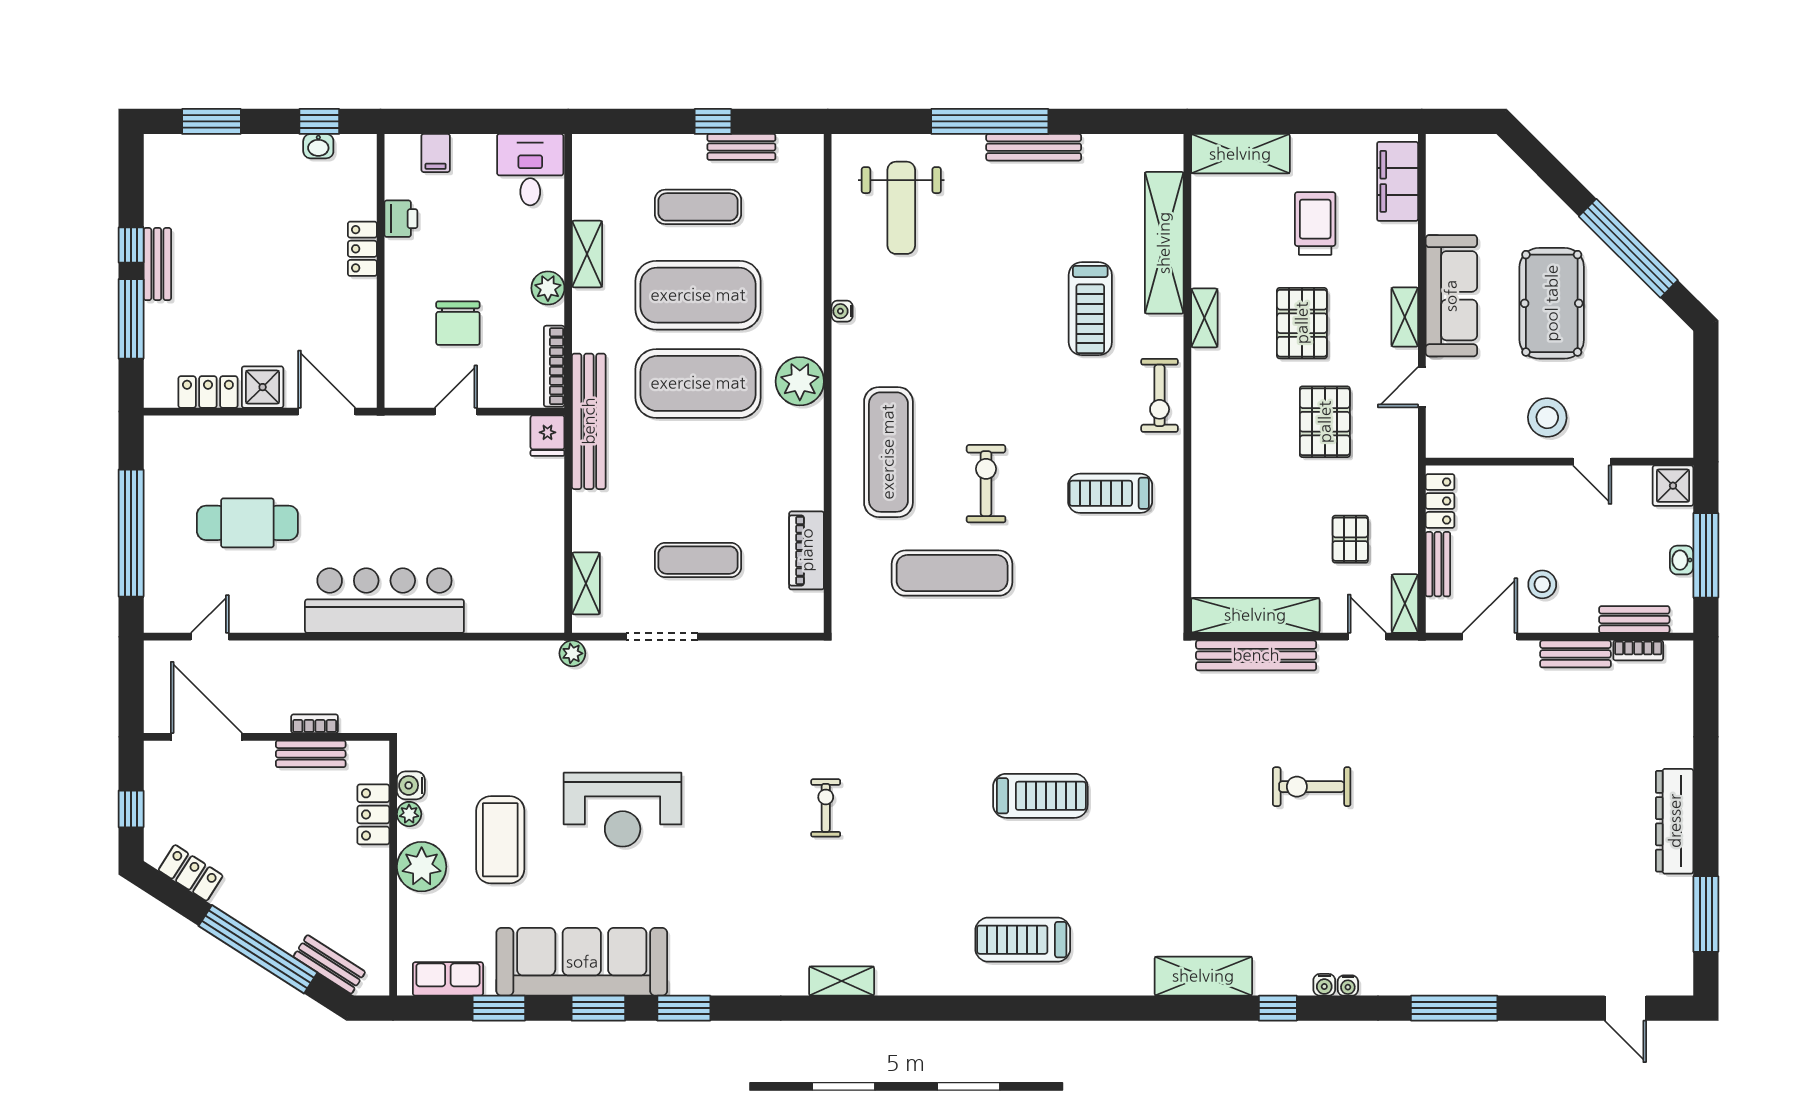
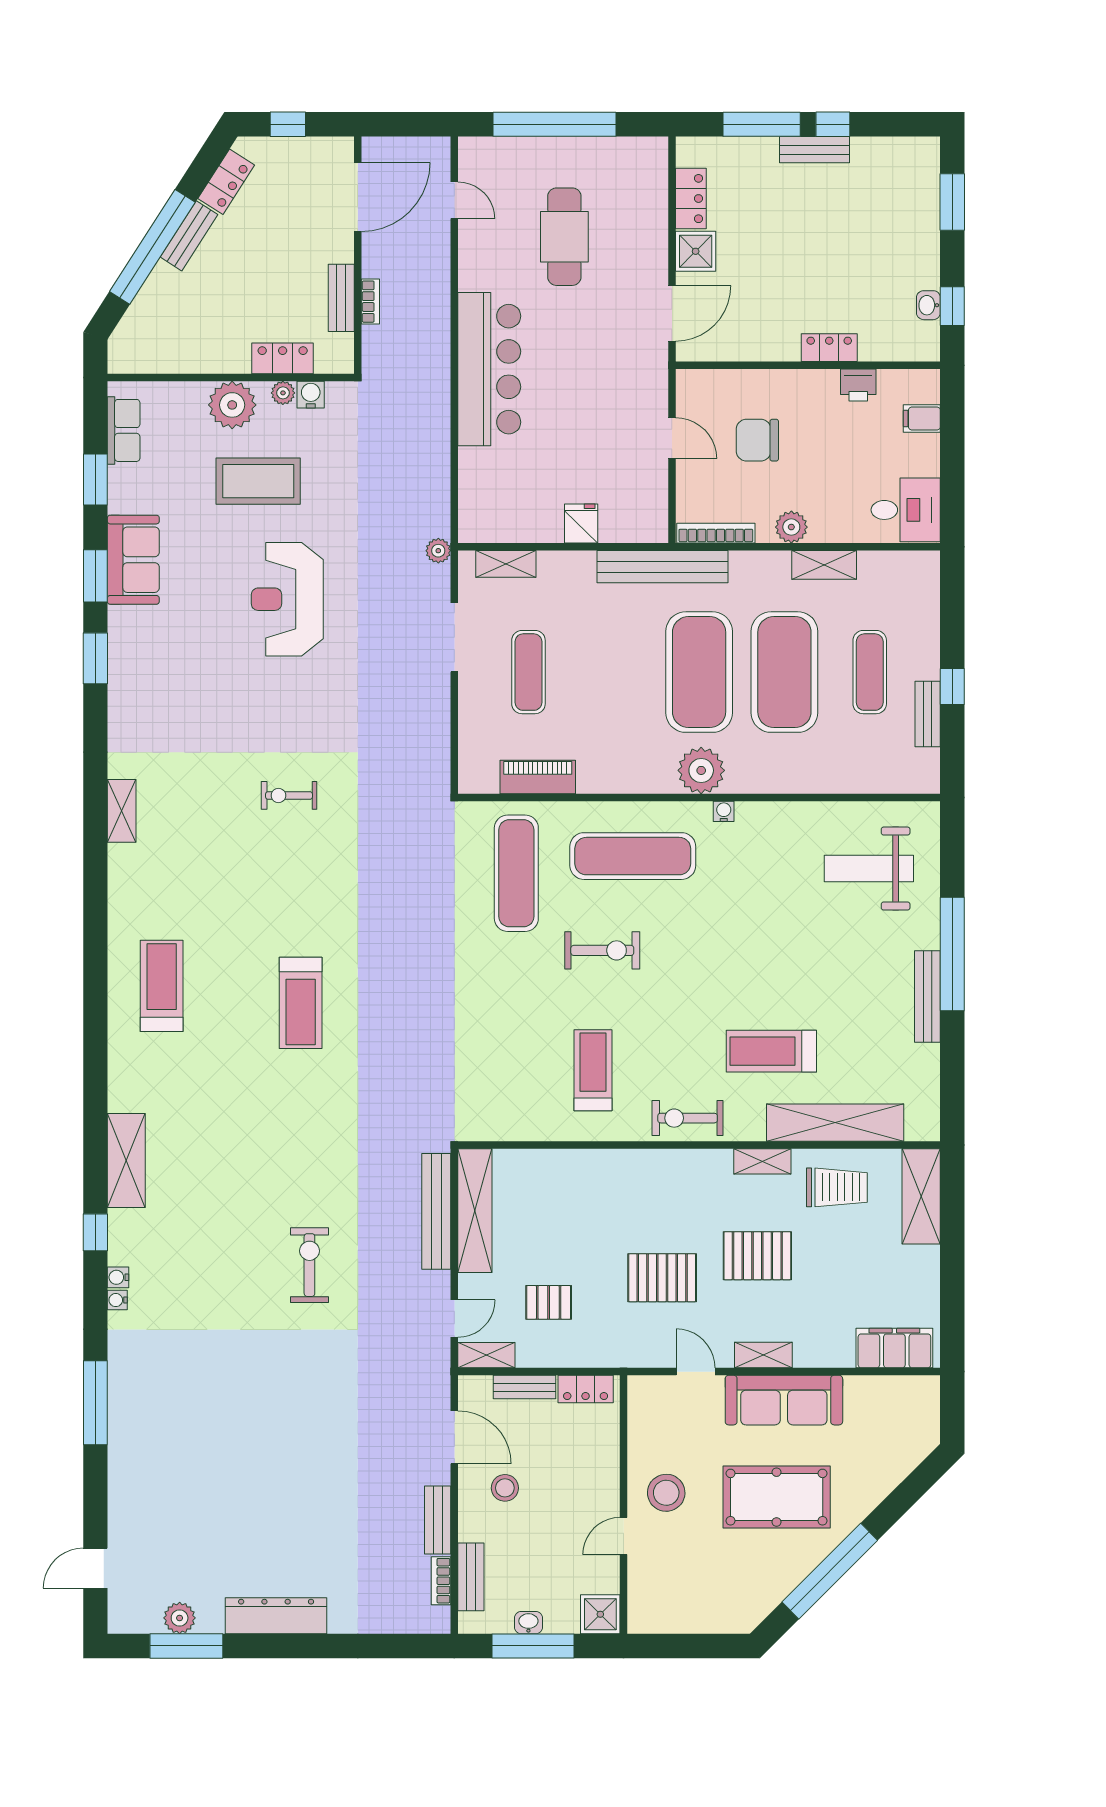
trolley: (1315, 223) -> (837, 1187), moved
water cooler: (842, 311) -> (724, 811), moved
fridge: (547, 436) -> (581, 523), moved, turned 90
exercise mat: (952, 573) -> (516, 873), moved
exercise bike: (826, 808) -> (289, 795), turned 180
plant: (1677, 921) -> (180, 1618), added
sofa: (582, 962) -> (133, 560), width x0.54, depth x0.79
bench: (329, 964) -> (189, 236), moved

